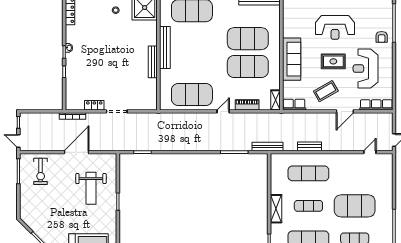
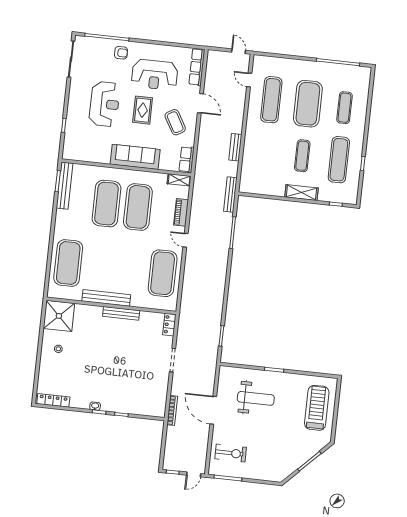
locker: (94, 105) -> (169, 325), moved
exercise mat: (308, 173) -> (271, 100), moved

